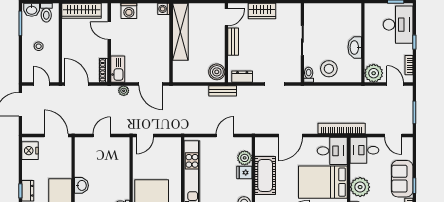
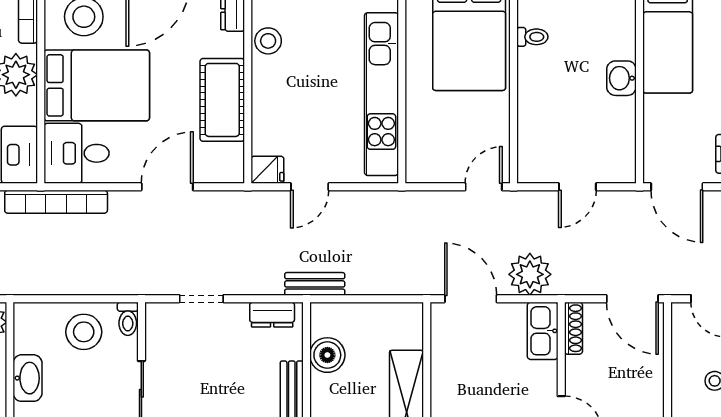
boiler: (217, 72) -> (327, 355), moved
plant: (124, 91) -> (530, 274), width x1.88, depth x1.88
plant: (245, 158) -> (267, 138), removed
fridge: (244, 173) -> (267, 170), moved

